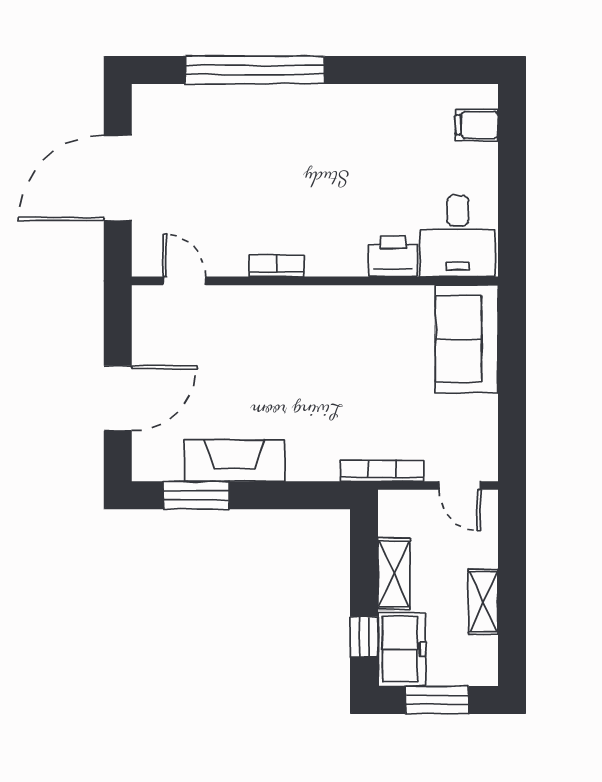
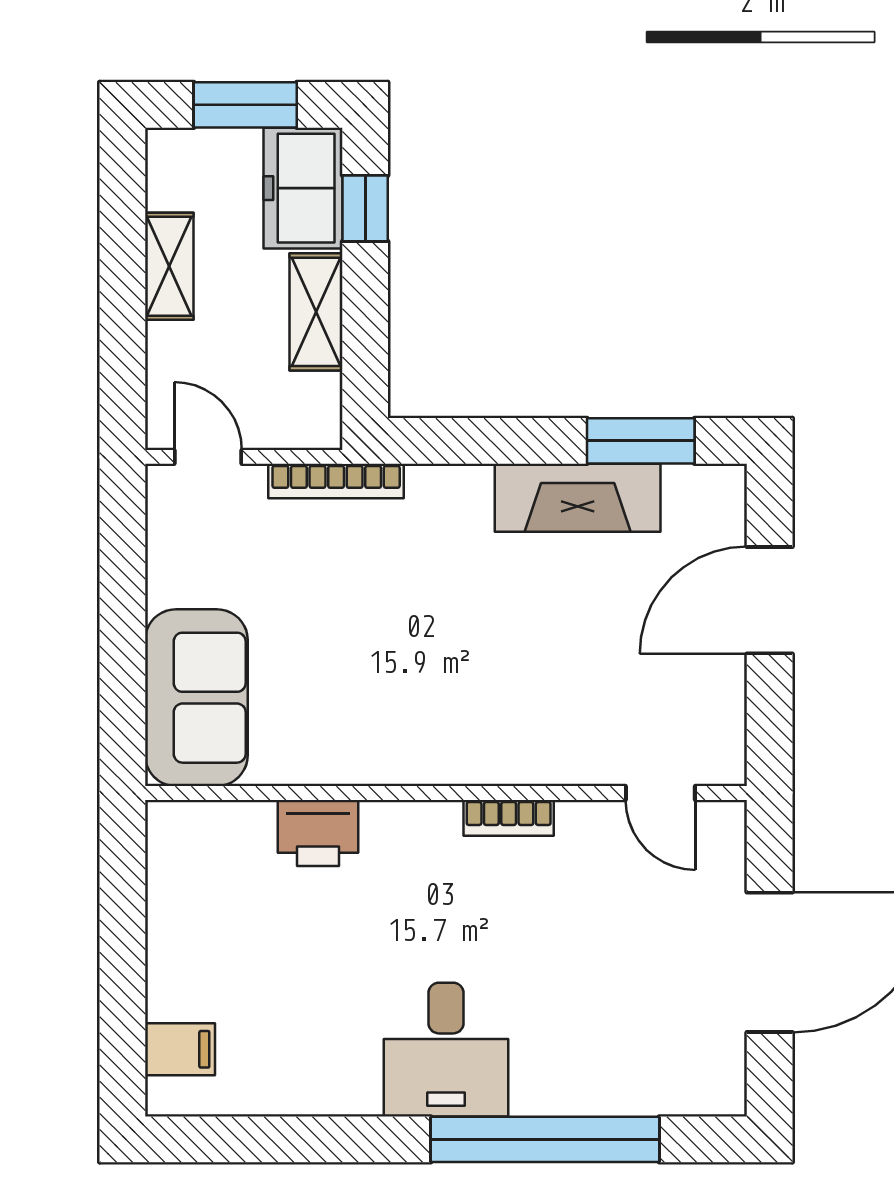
desk: (458, 236) -> (446, 1050), moved, turned 180

